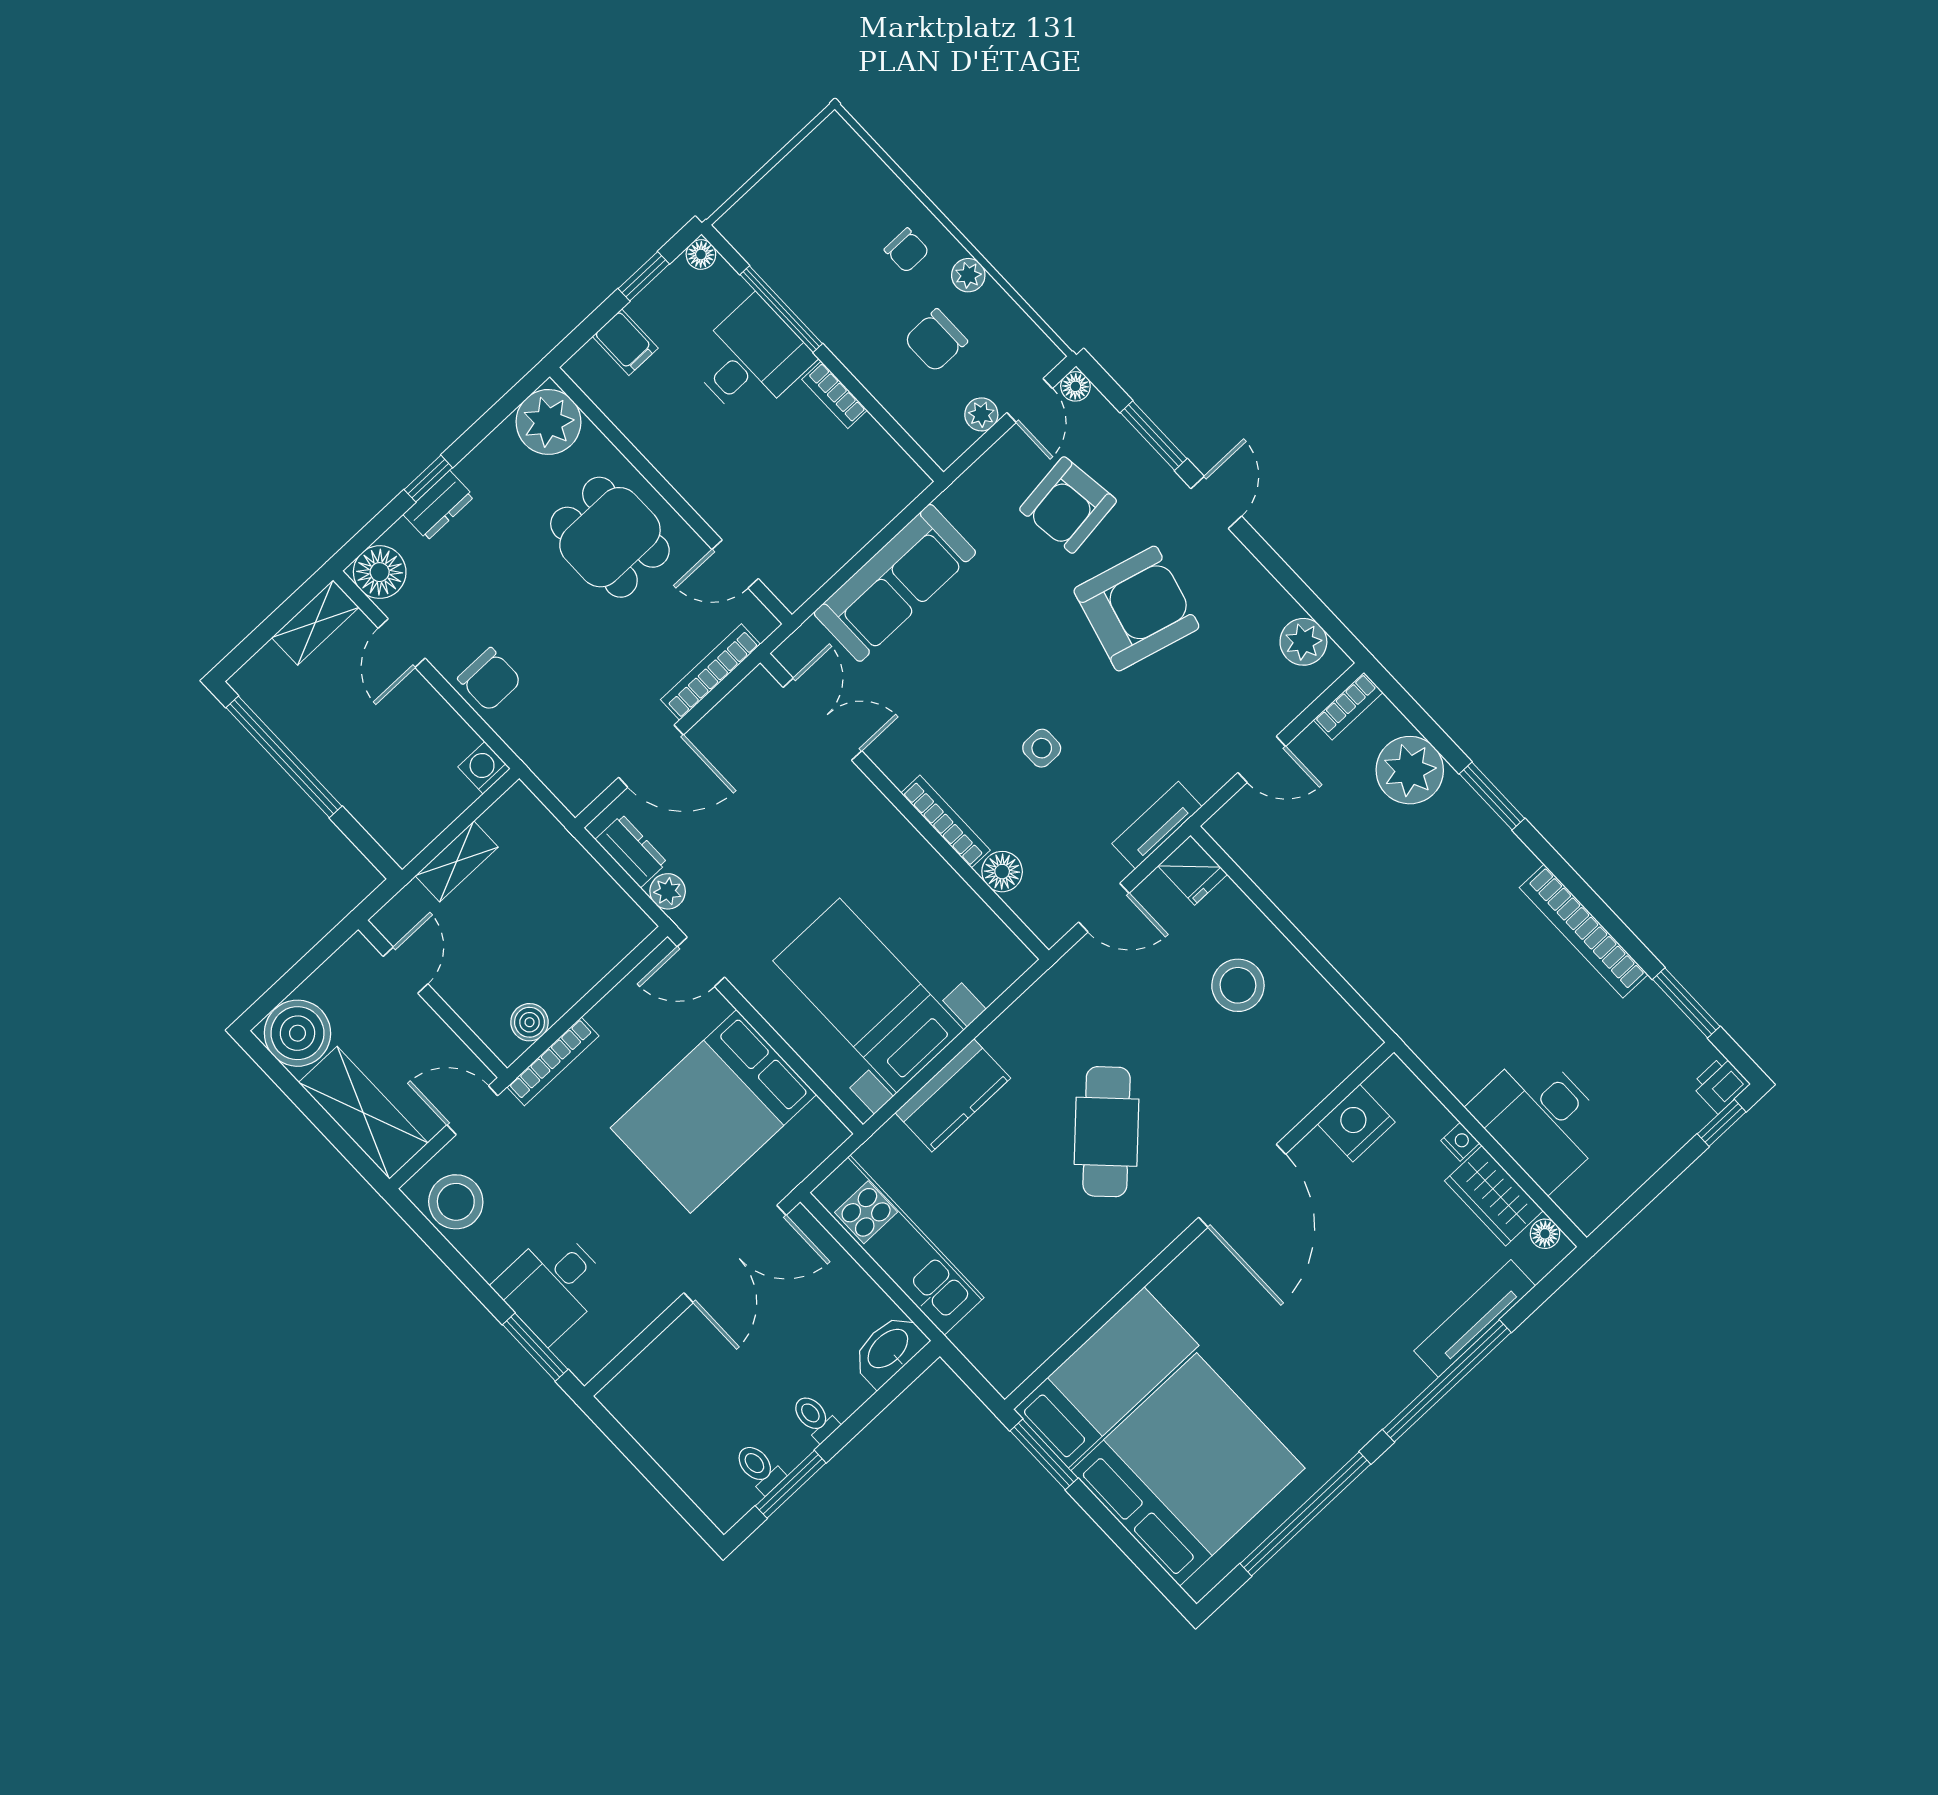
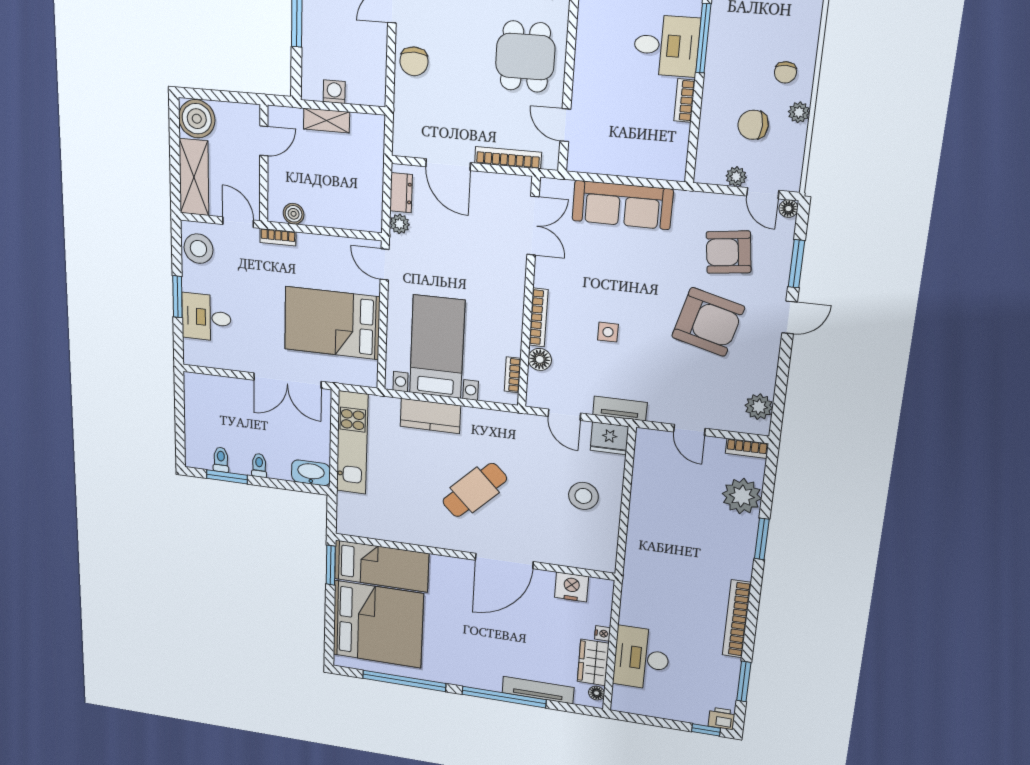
door: (1030, 400) -> (763, 193), hinge flipped
washing machine: (484, 768) -> (334, 92), moved
fridge: (1193, 870) -> (609, 438), width x1.38
bookcase: (992, 928) -> (513, 375), added
bookcase: (553, 1061) -> (278, 237), width x0.64
window: (535, 1347) -> (177, 297), moved

